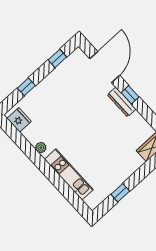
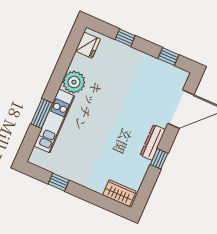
window: (130, 95) -> (159, 159), moved
plant: (41, 148) -> (74, 82), width x1.87, depth x1.87
window: (58, 182) -> (42, 113), added

